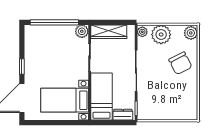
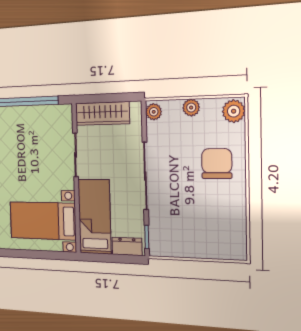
plant: (82, 31) -> (63, 114), removed
plant: (161, 35) -> (191, 108), width x0.53, depth x0.53
chair: (180, 63) -> (217, 164), turned -153

